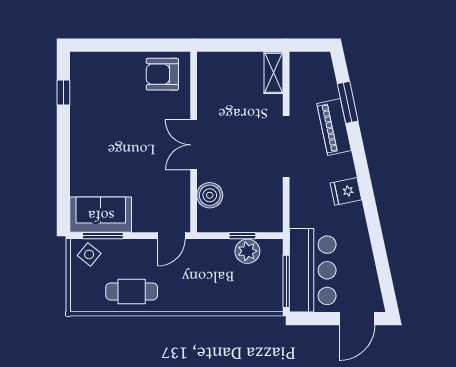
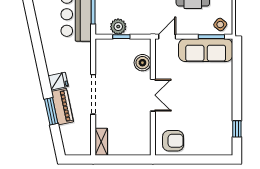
window: (348, 102) -> (51, 111), moved
fridge: (346, 191) -> (58, 81), moved
sofa: (101, 215) -> (206, 50), width x1.36

